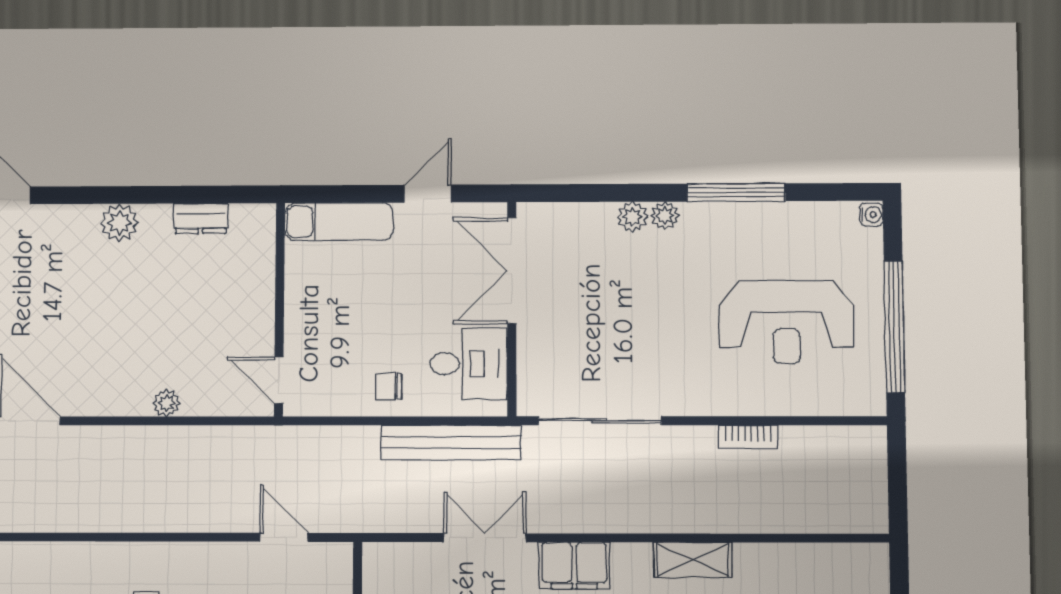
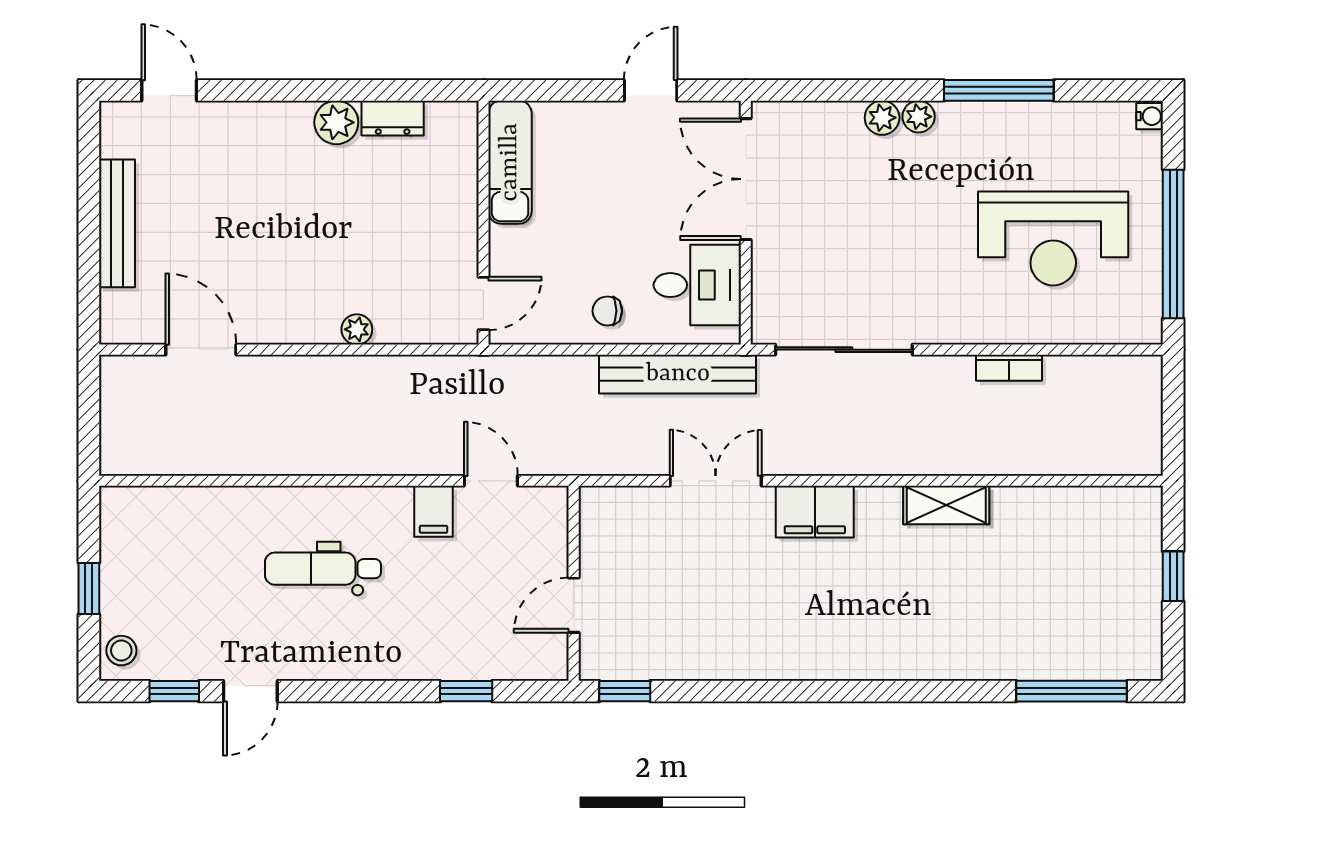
exam couch: (339, 222) -> (510, 162), moved, turned -90
plant: (119, 223) -> (336, 122), moved
door: (279, 380) -> (483, 303), swing flipped
filing cabinet: (232, 565) -> (433, 511), added

